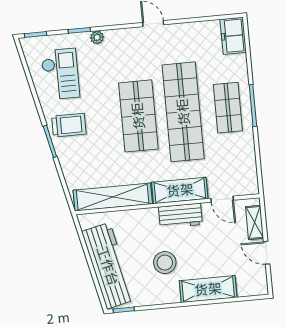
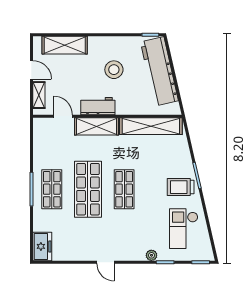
shop shelf: (183, 112) -> (88, 189), width x0.71
shop shelf: (138, 116) -> (124, 189), width x0.70, depth x0.74
shelving: (208, 289) -> (65, 45), moved

